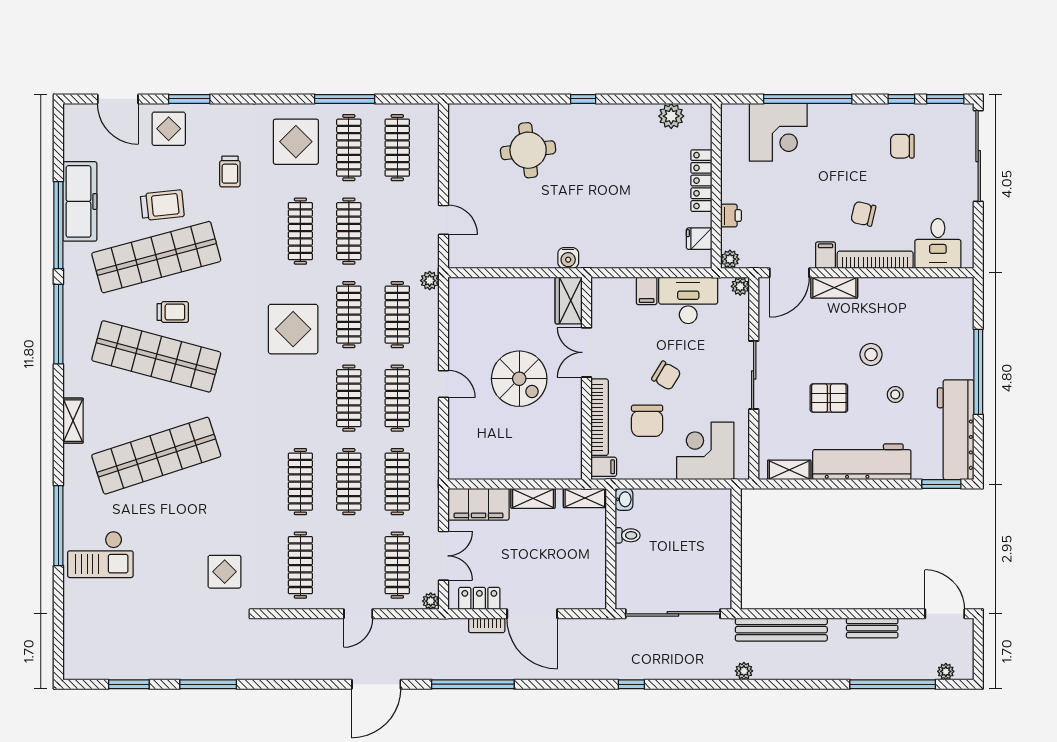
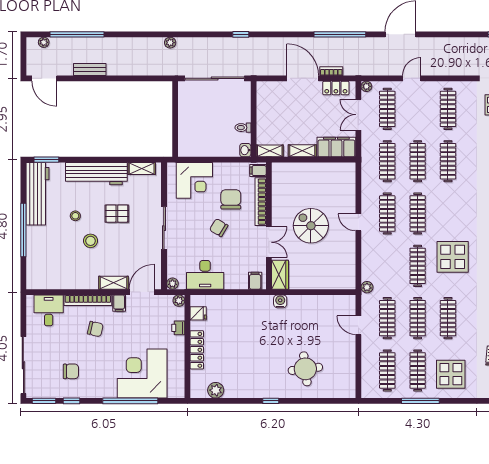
corner desk: (778, 132) -> (142, 374), width x1.36, depth x1.36
filing cabinet: (647, 291) -> (255, 281), moved
clothes rail: (397, 315) -> (387, 318), moved
bench: (781, 630) -> (147, 68), removed

